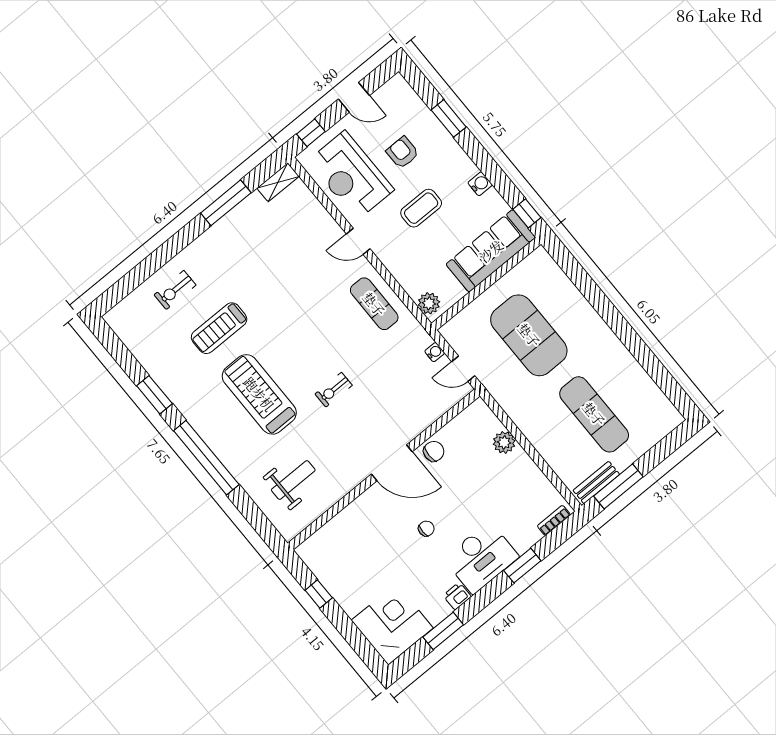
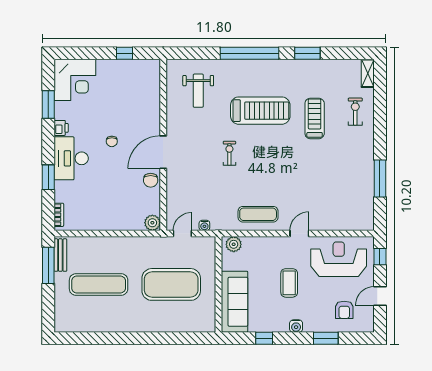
armchair: (403, 152) -> (344, 310), moved, turned 90
shelving: (278, 182) -> (368, 73), moved
water cooler: (480, 184) -> (296, 326), moved
window: (527, 213) -> (264, 338), moved
plant: (504, 442) -> (152, 223), moved

